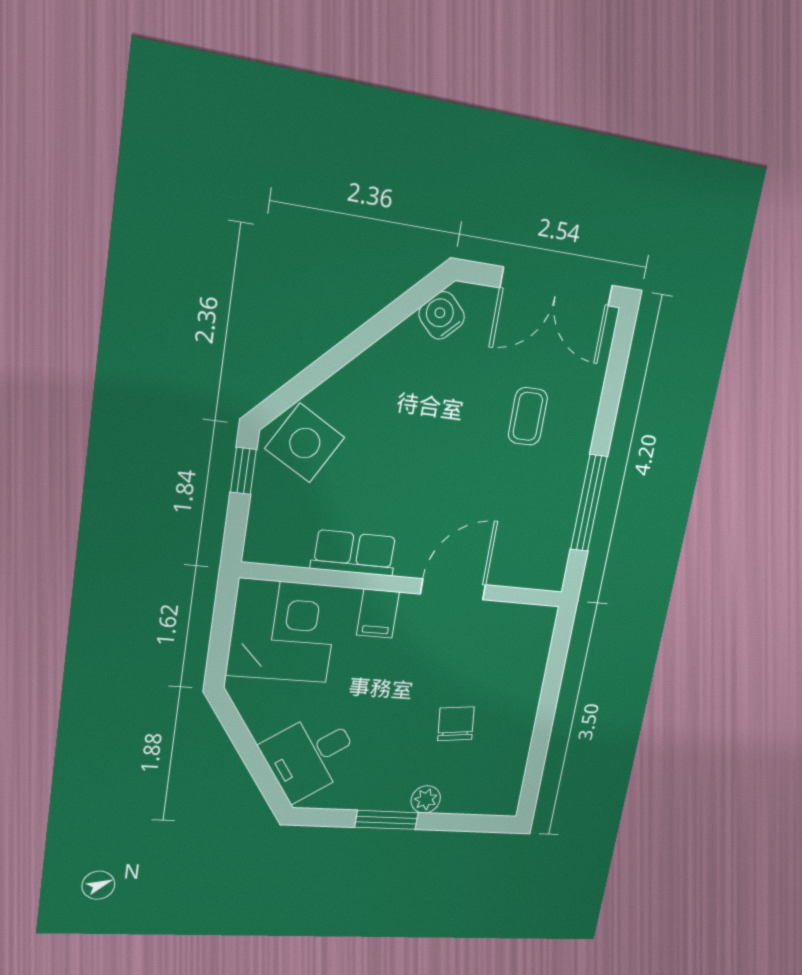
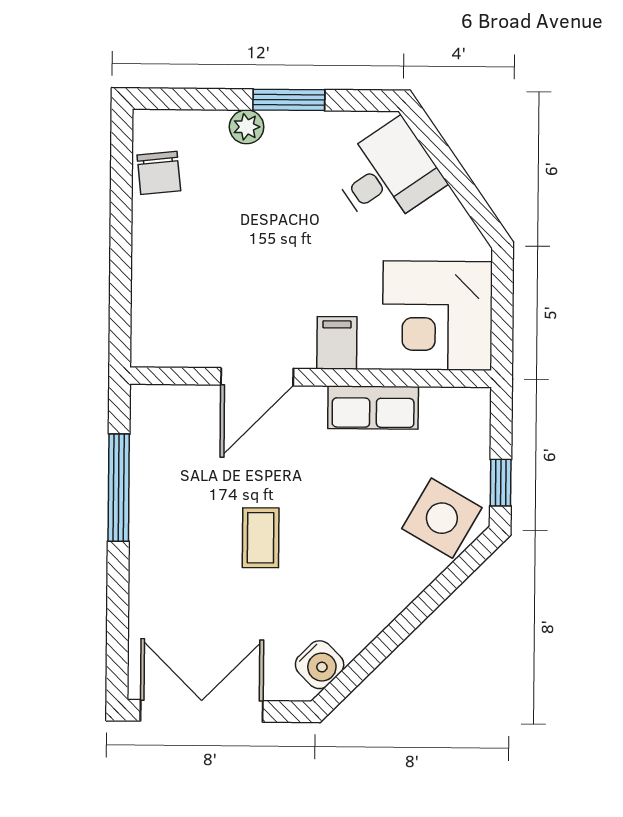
coffee table: (528, 416) -> (261, 538), moved
chair: (456, 724) -> (159, 173), moved

